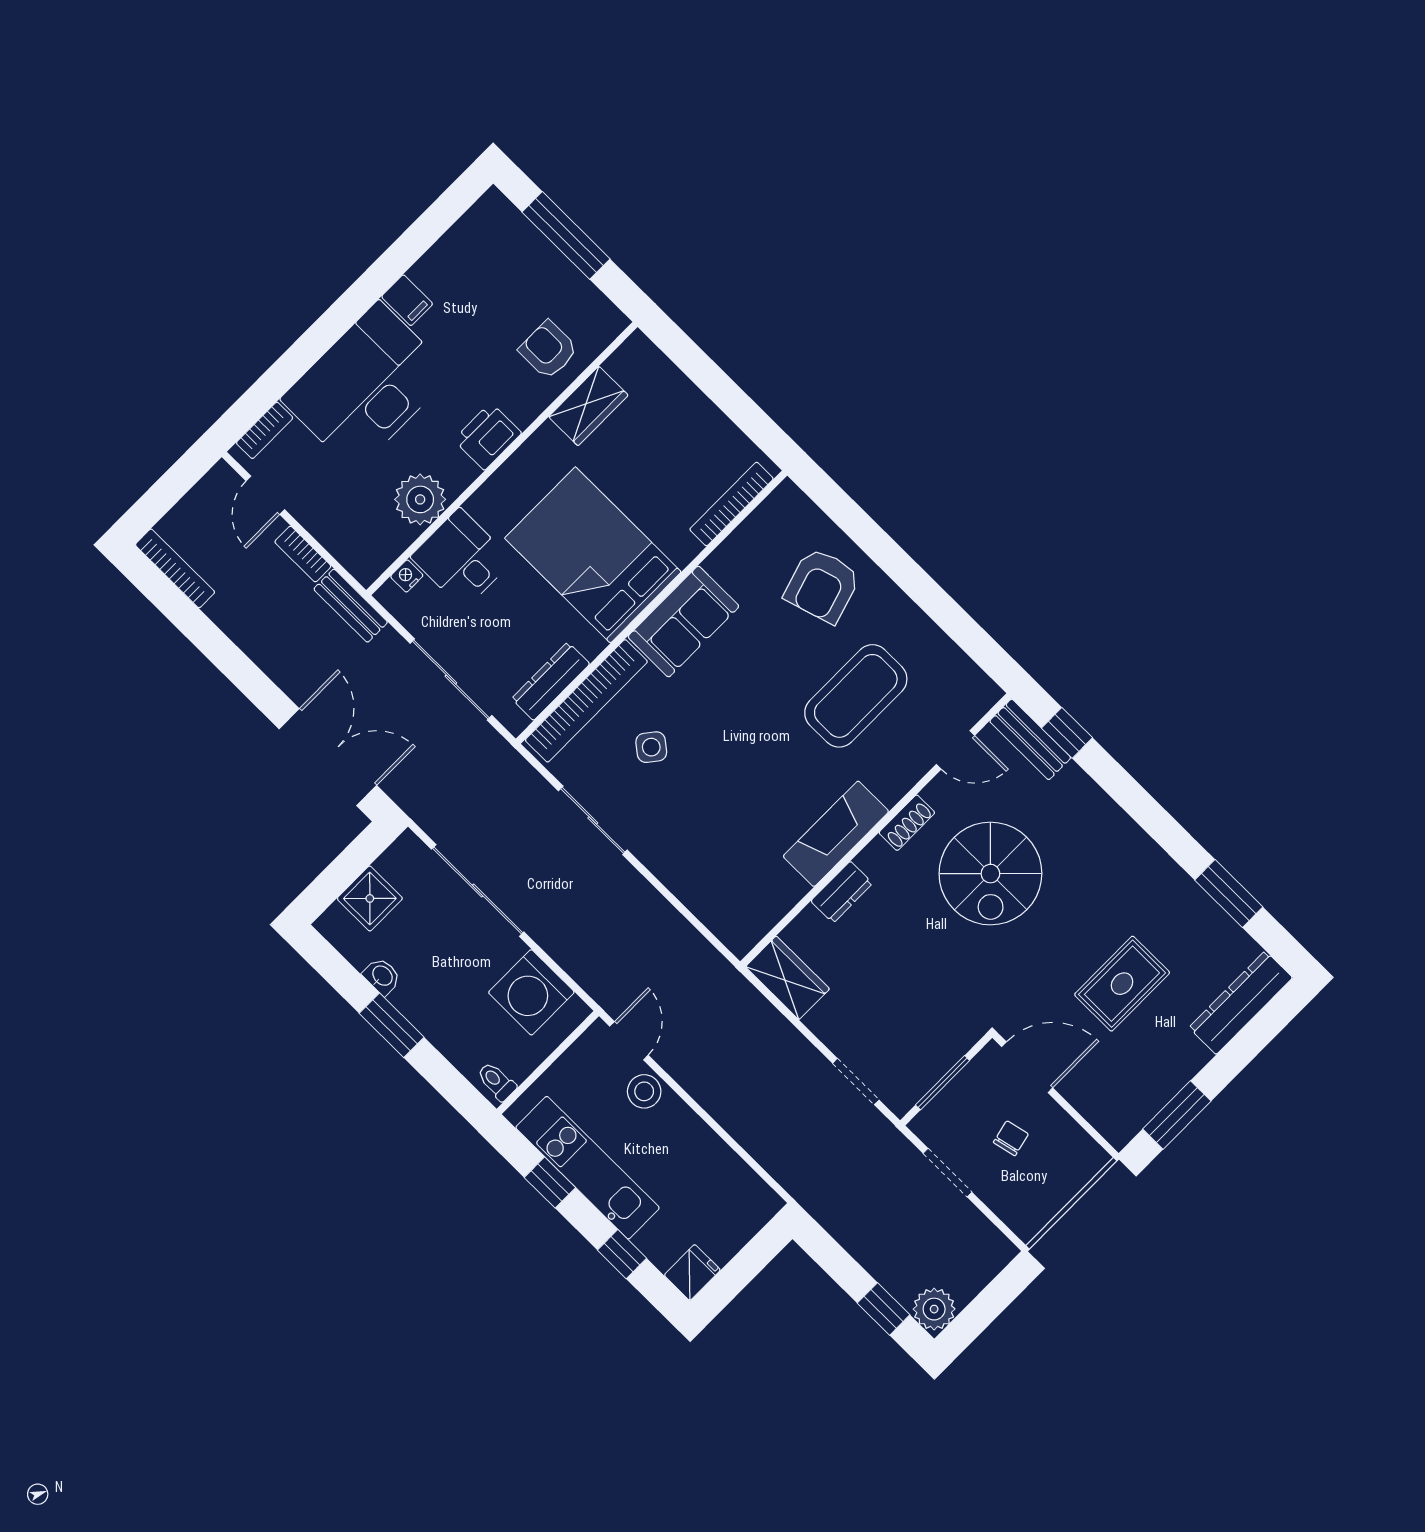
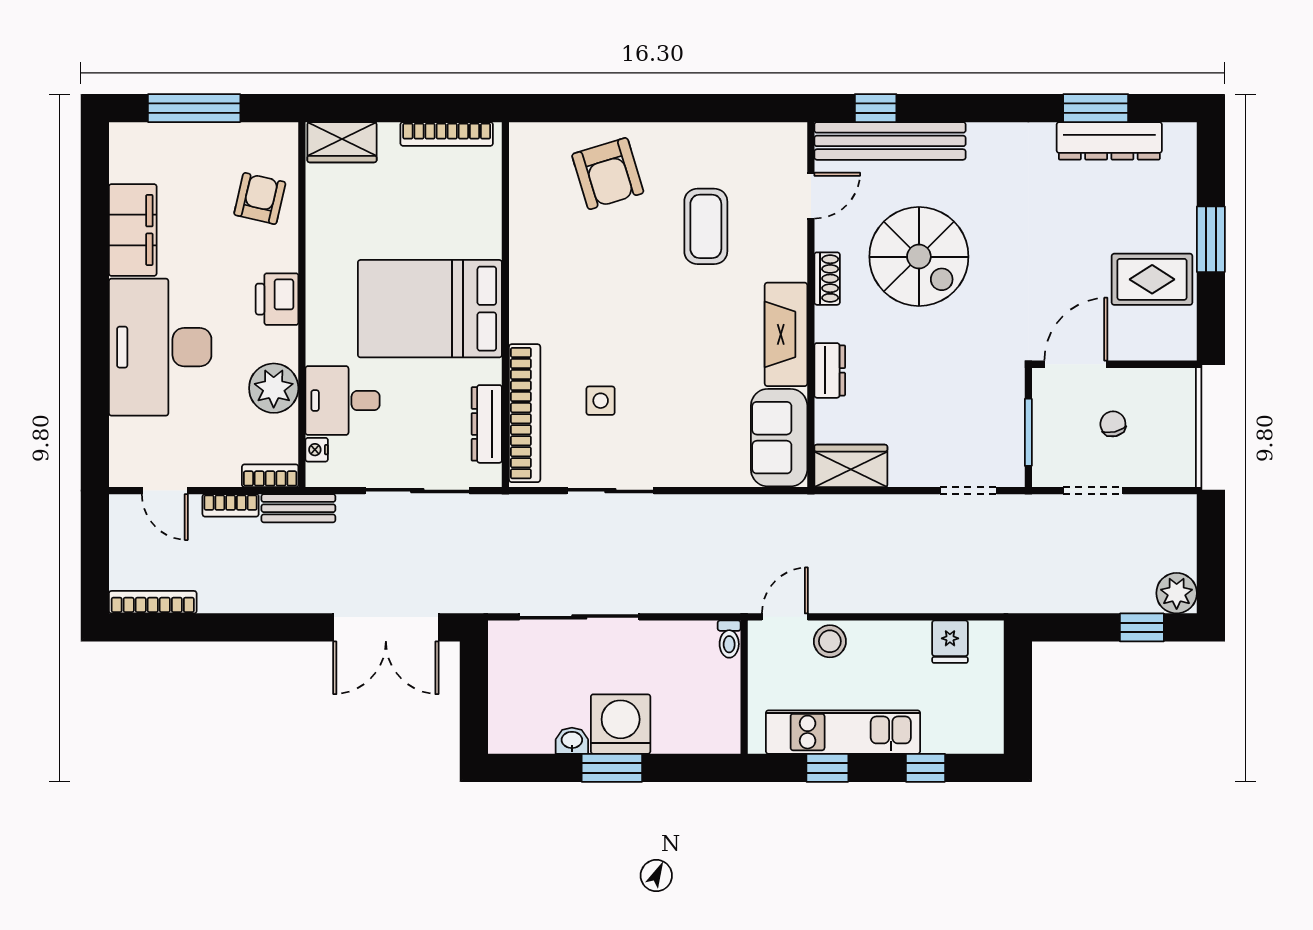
filing cabinet: (407, 300) -> (133, 230), width x3.00, depth x1.17
armchair: (548, 350) -> (260, 198), turned 103
wardrobe: (588, 406) -> (342, 142), moved, turned 90
bookcase: (265, 430) -> (270, 476), moved, turned -90
bookcase: (731, 504) -> (447, 134), moved, turned -90
sofa: (683, 622) -> (779, 438), moved, turned 180
coffee table: (856, 696) -> (706, 226), width x0.73, depth x0.76
bench: (1030, 739) -> (890, 141), width x1.86, depth x1.21
side table: (651, 747) -> (601, 401), turned -38
double door: (328, 757) -> (386, 627), swing flipped
shower: (370, 898) -> (511, 696), removed
rug: (1122, 984) -> (1152, 279), moved, turned 90
washing machine: (531, 992) -> (621, 724), moved, turned 180
dresser: (1241, 1003) -> (1109, 141), moved, turned -90
door: (629, 1041) -> (785, 617), hinge flipped
toilet: (497, 1081) -> (729, 639), moved, turned -90
window: (1177, 1115) -> (1211, 239), moved
fridge: (692, 1272) -> (950, 642), moved, turned 180

